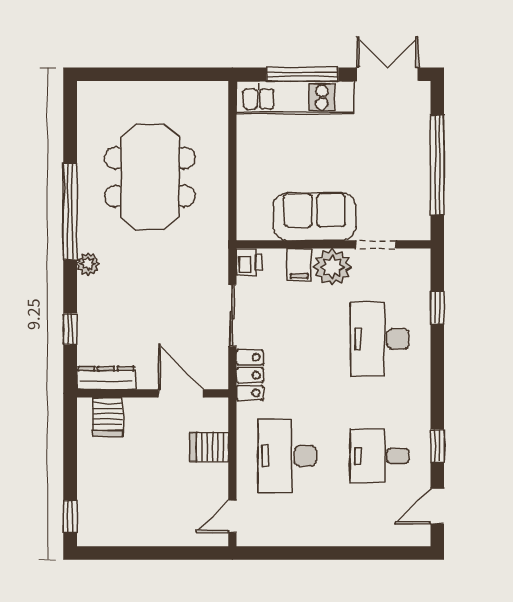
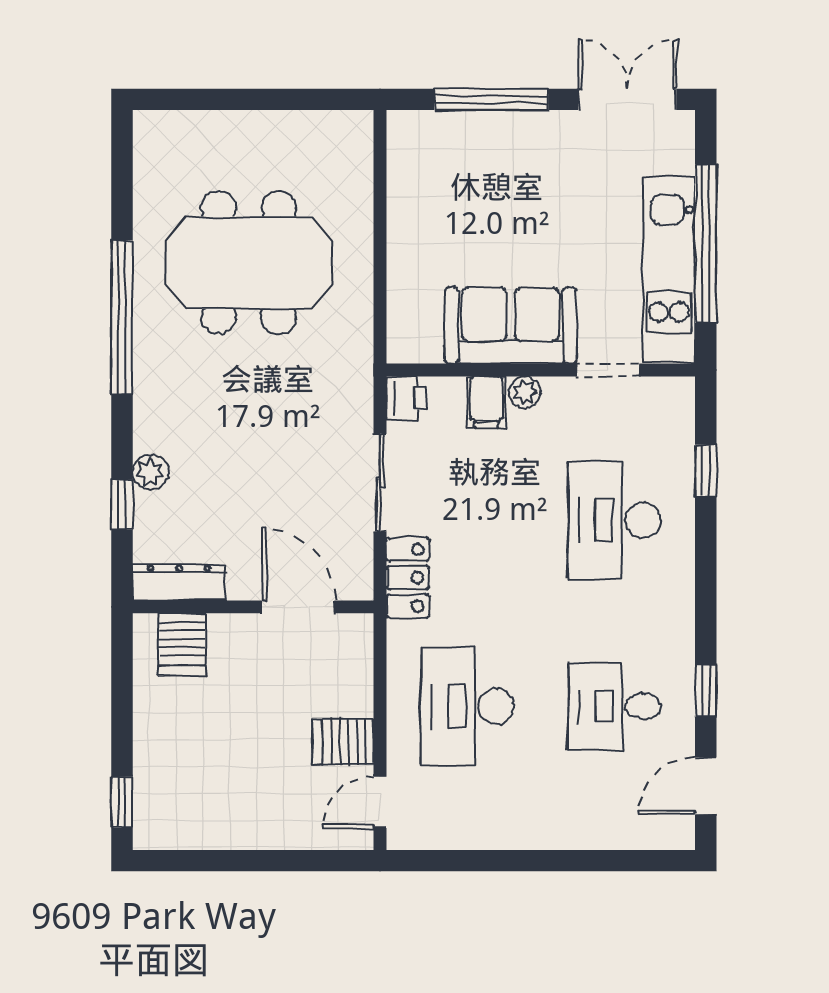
kitchen unit: (295, 97) -> (669, 269), moved, turned 90
meeting table: (150, 177) -> (249, 263), turned 90
plant: (88, 264) -> (150, 472), moved
plant: (332, 267) -> (525, 392), width x0.53, depth x0.53
server rack: (209, 447) -> (343, 742), moved

